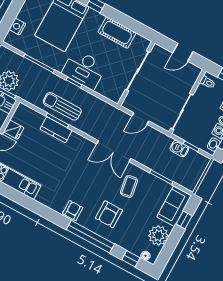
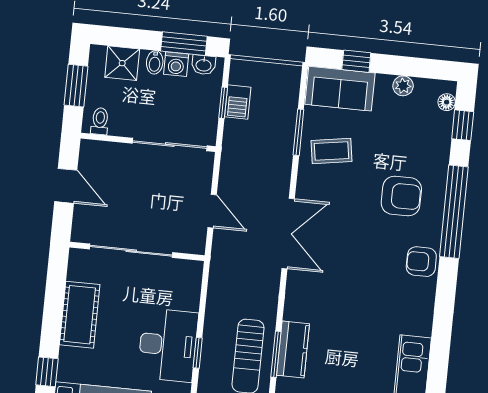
barbecue: (179, 149) -> (238, 102), moved
coffee table: (129, 186) -> (332, 151), moved
plant: (158, 235) -> (403, 86), width x0.53, depth x0.53

